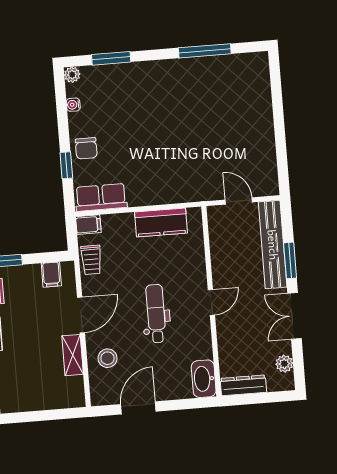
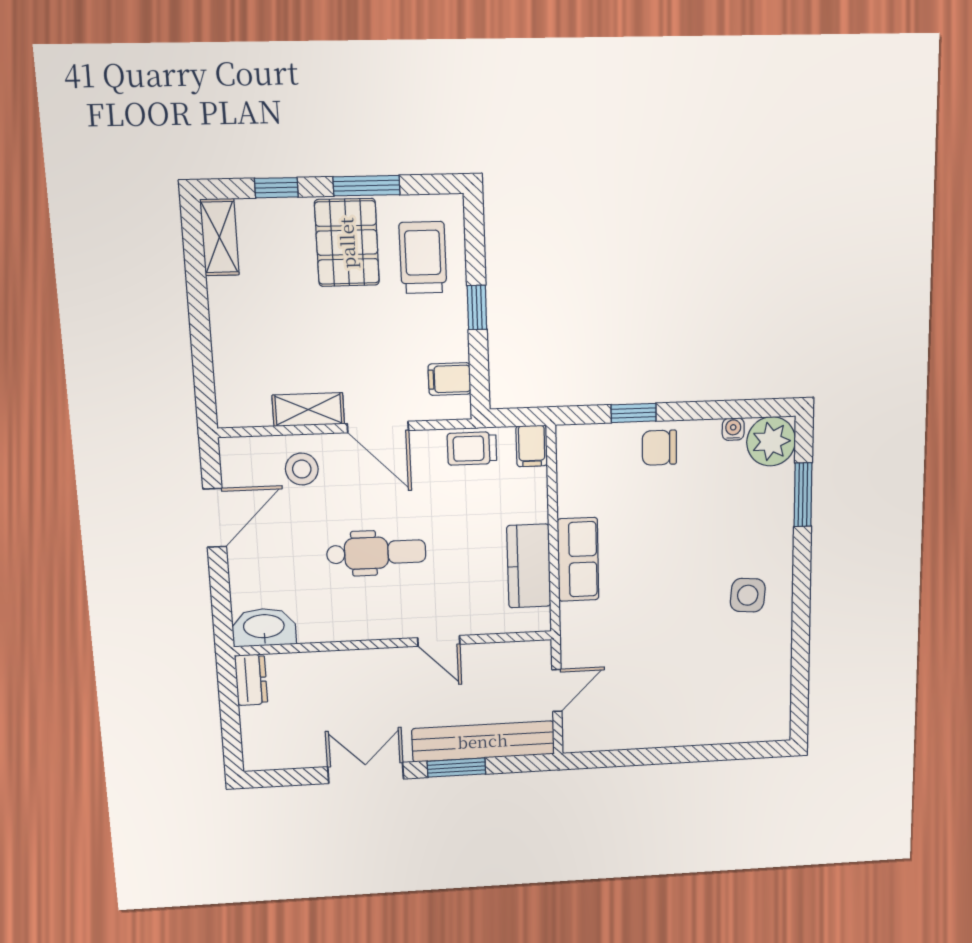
window: (205, 51) -> (800, 644), removed
plant: (72, 75) -> (771, 441), width x1.88, depth x1.88
side table: (175, 87) -> (748, 595), added
row of seats: (101, 197) -> (578, 559), moved
door: (211, 302) -> (439, 641), moved
plant: (284, 364) -> (287, 756), removed
dresser: (243, 385) -> (251, 680), width x0.70
door: (138, 408) -> (215, 518), hinge flipped

